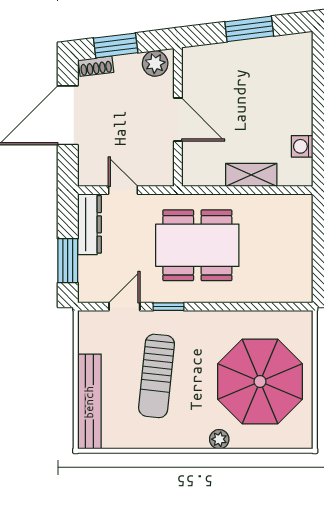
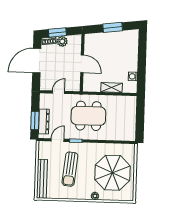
plant: (155, 63) -> (62, 41), moved
door: (123, 190) -> (59, 92), hinge flipped
dresser: (90, 224) -> (44, 121), moved

